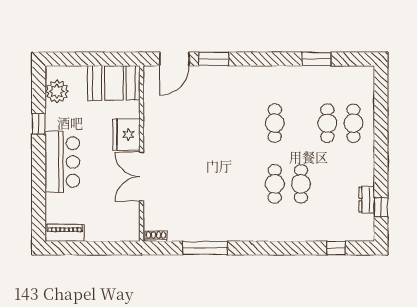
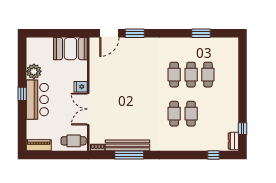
plant: (57, 91) -> (34, 71), moved
cafe table: (354, 123) -> (191, 75), moved
window: (39, 124) -> (22, 94), moved
fridge: (126, 135) -> (81, 87), width x0.53, depth x0.75
dresser: (367, 200) -> (233, 141), moved
cafe table: (119, 226) -> (74, 141), added
bench: (202, 233) -> (127, 145), added

